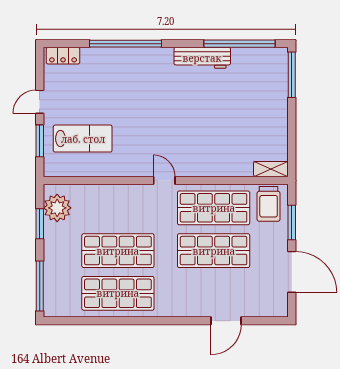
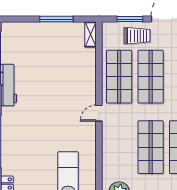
window: (292, 75) -> (56, 19), moved
trolley: (269, 204) -> (137, 36), moved

